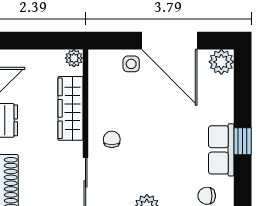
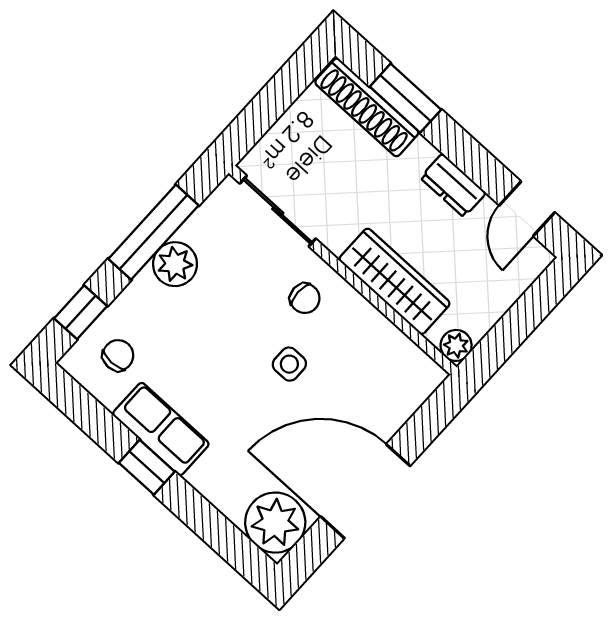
plant: (221, 62) -> (275, 523), width x1.36, depth x1.36
side table: (131, 64) -> (289, 364), moved

